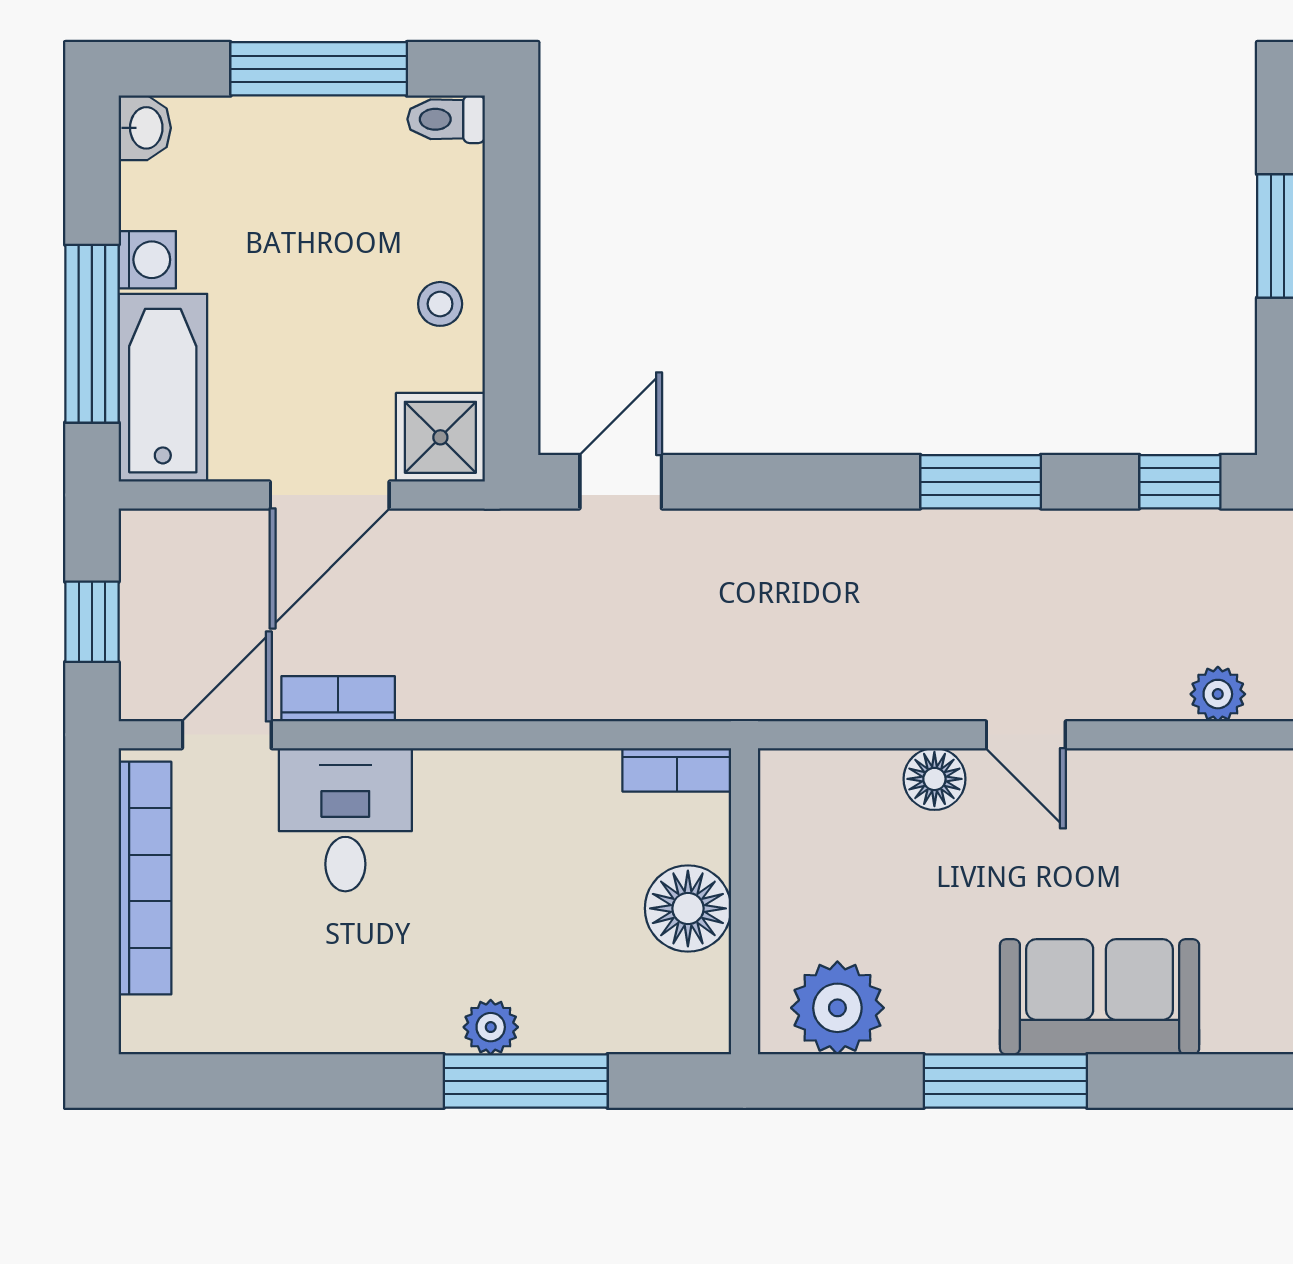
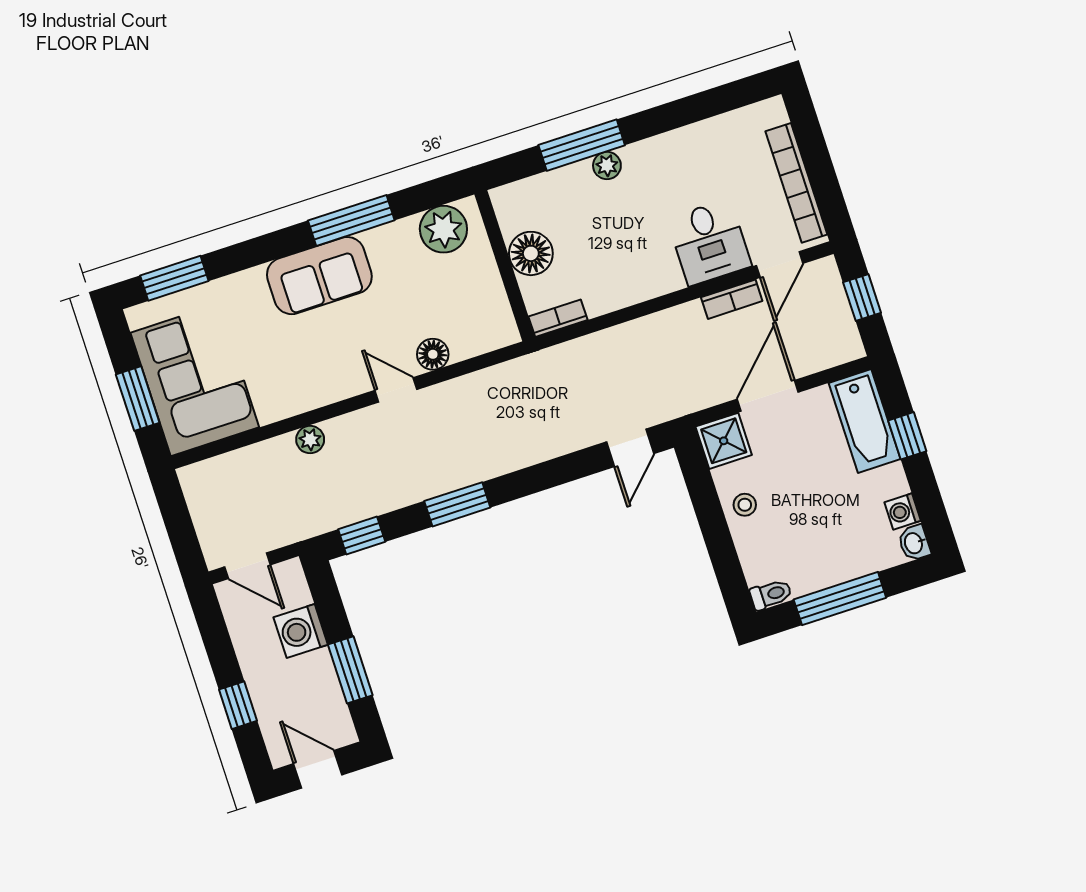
washing machine: (147, 260) -> (903, 512), moved
window: (92, 334) -> (907, 436), width x0.46

